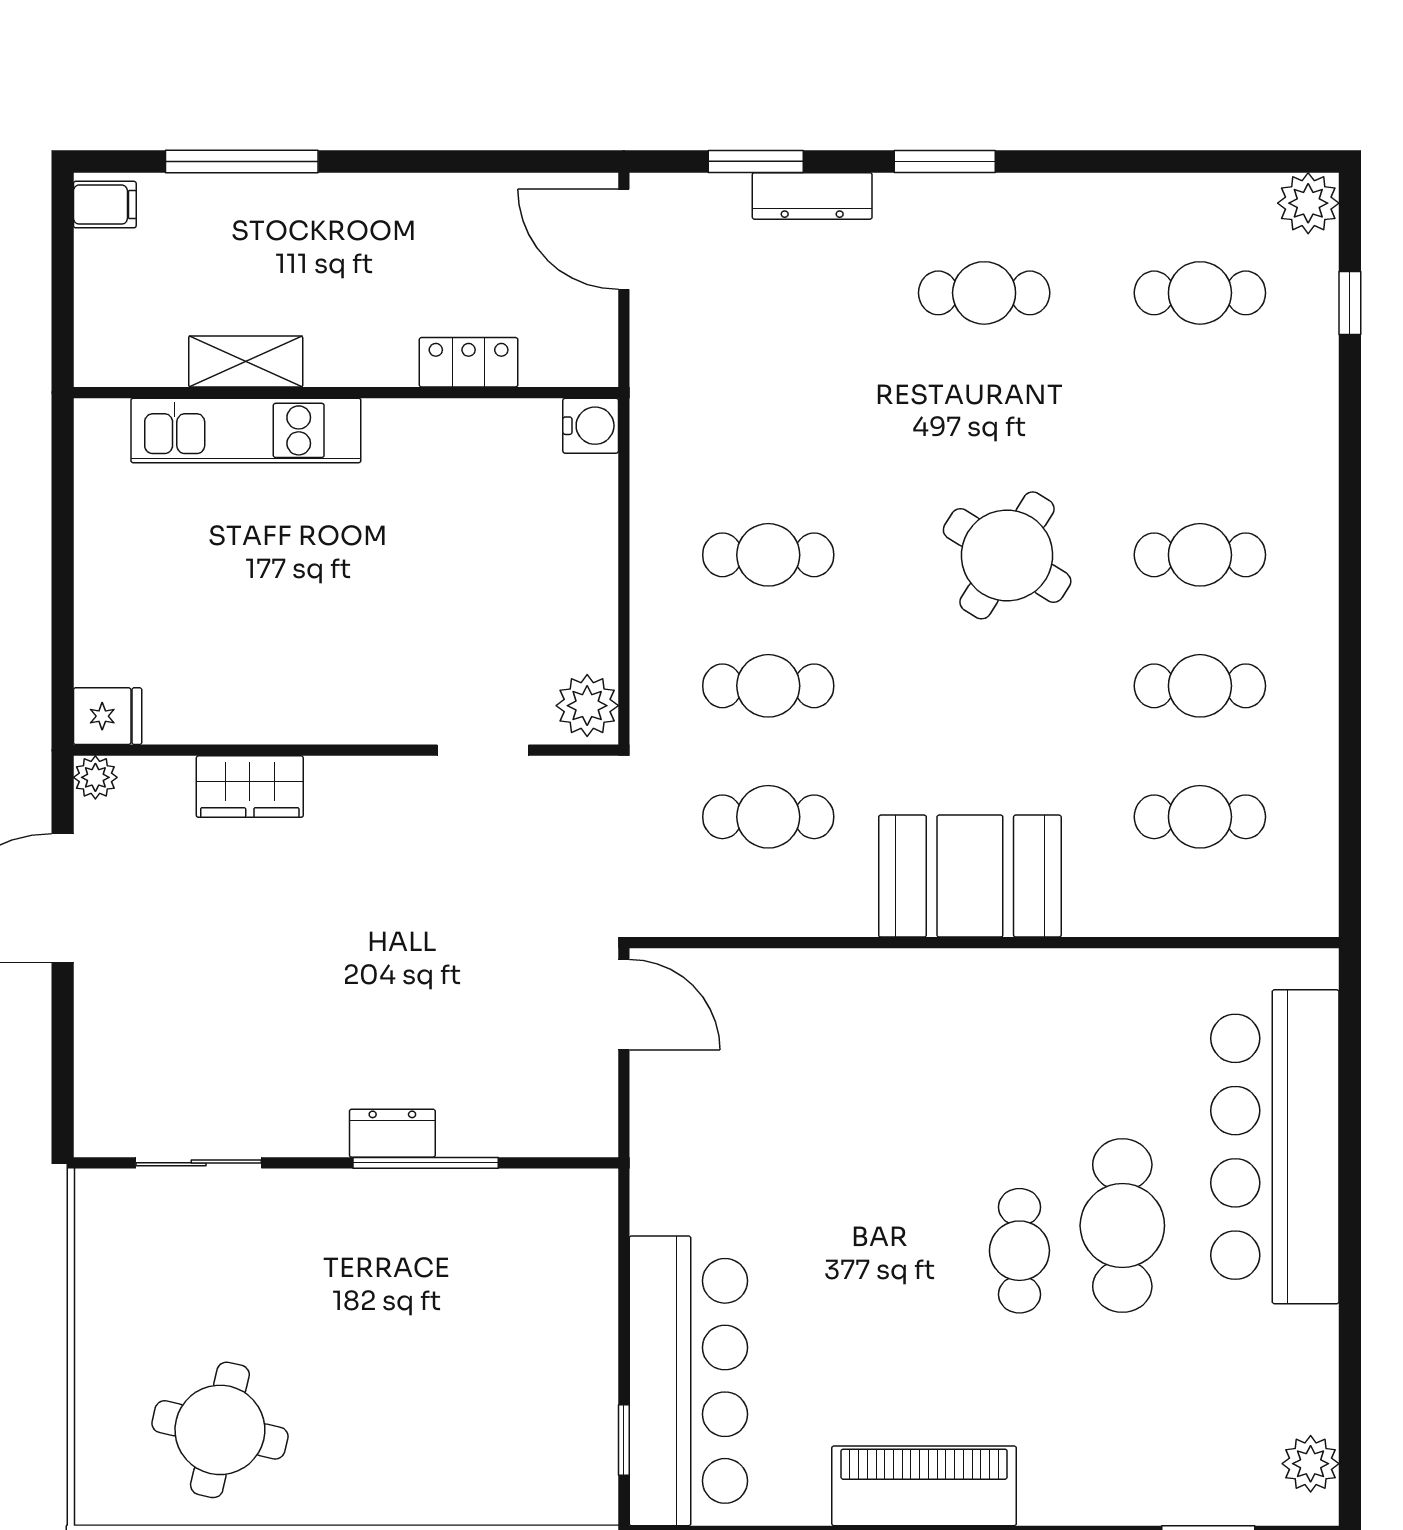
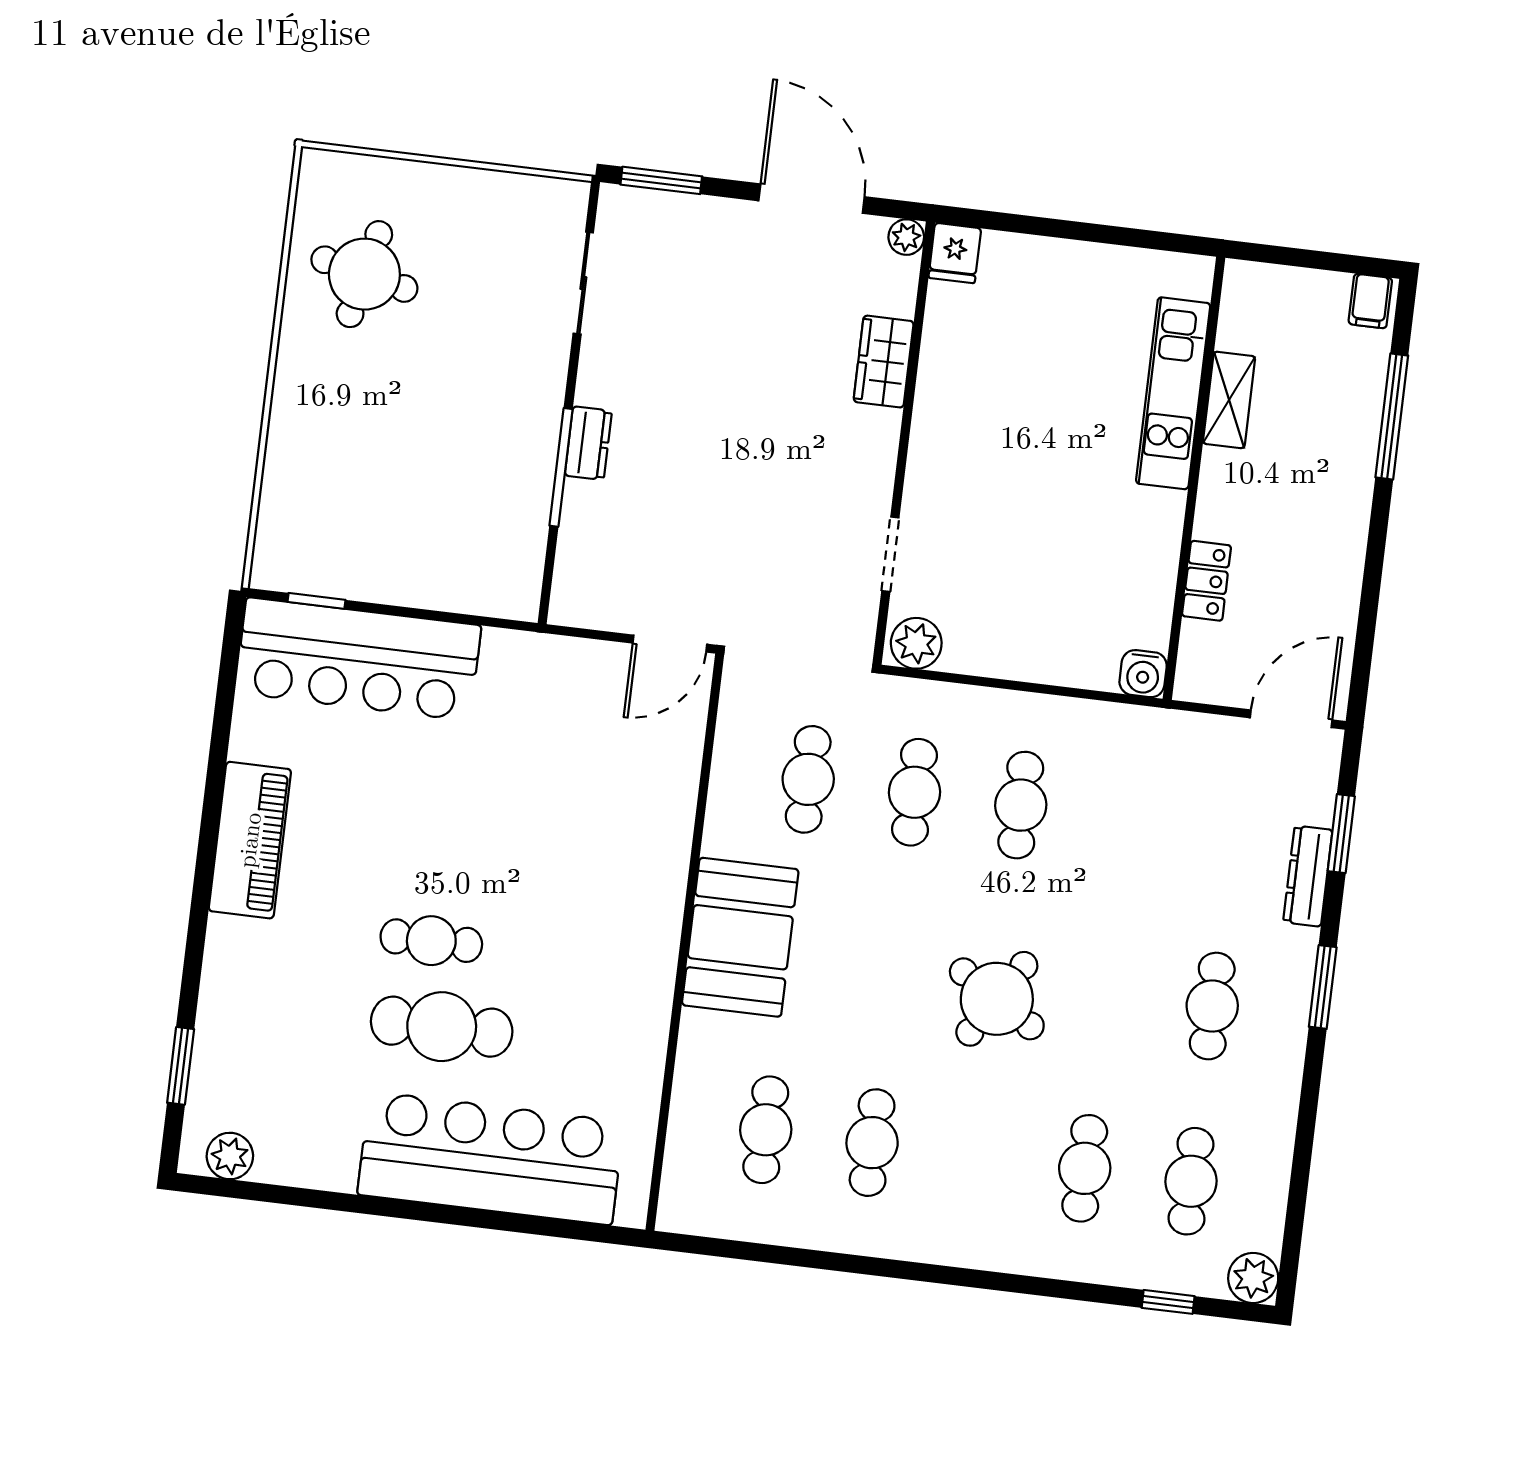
cafe table: (1200, 555) -> (1085, 1168), moved
window: (63, 1083) -> (661, 180), added

